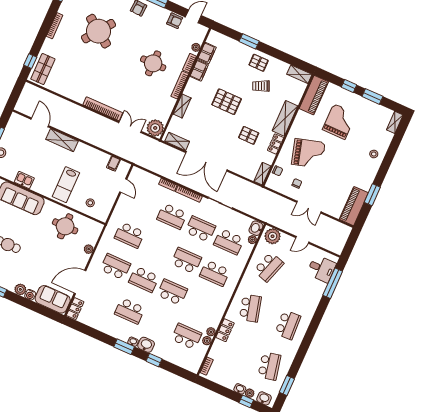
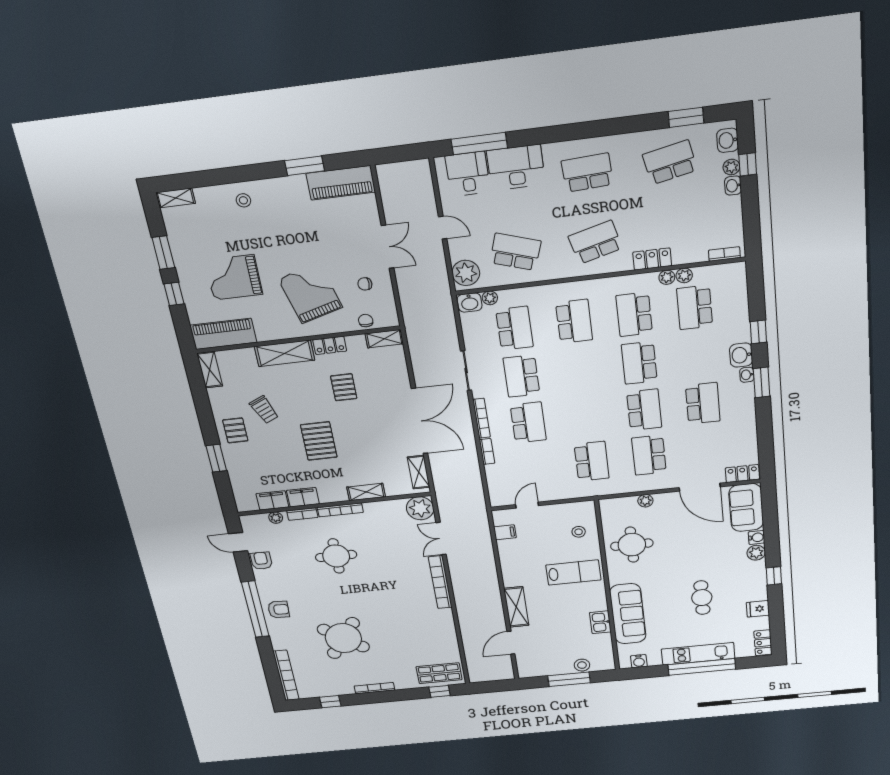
school desk: (186, 261) -> (634, 314), moved
desk: (311, 293) -> (516, 167), added

